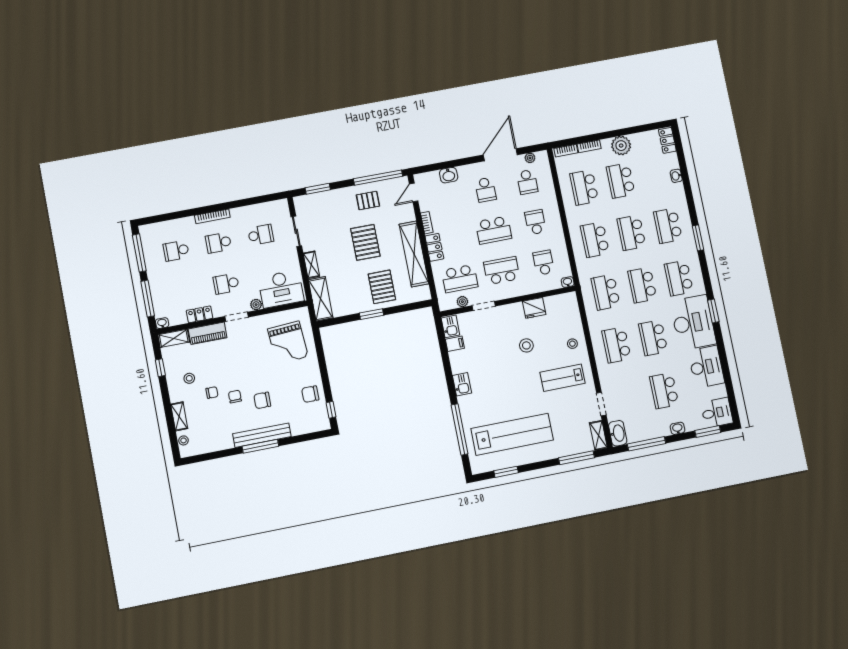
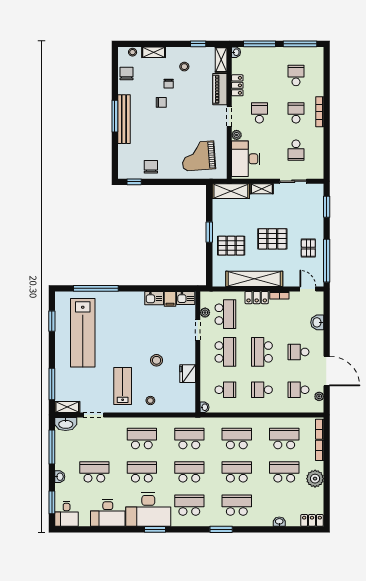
school desk: (535, 222) -> (262, 390), turned 180
school desk: (460, 279) -> (225, 314), turned 180
kitchen sink: (462, 384) -> (154, 298), moved
chair: (262, 400) -> (126, 73), moved

